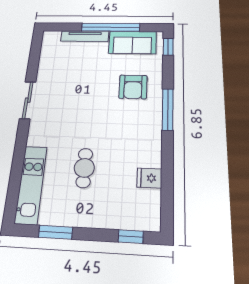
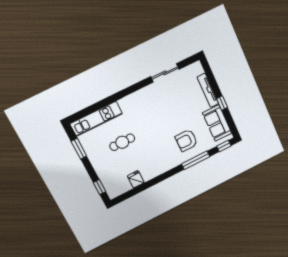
window: (111, 27) -> (222, 103), width x0.32
sliding door: (28, 100) -> (165, 73), moved
window: (168, 109) -> (196, 160), moved

